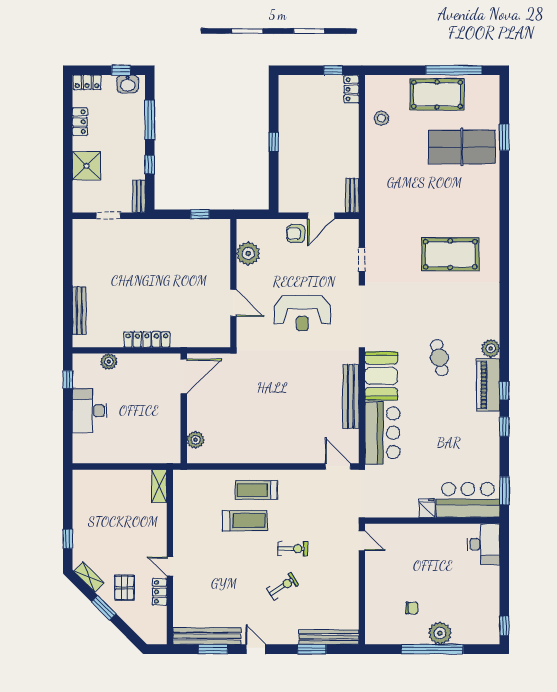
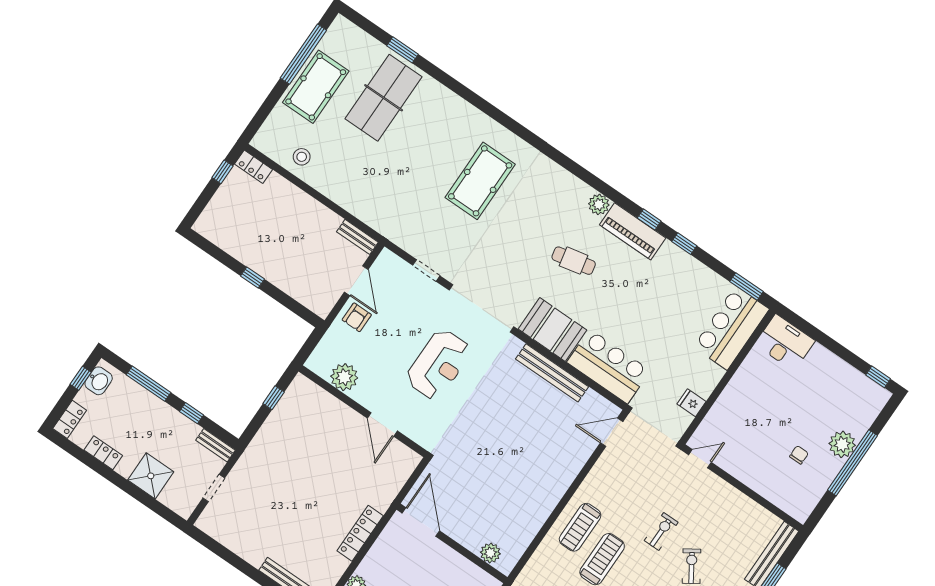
door: (233, 303) -> (382, 424), swing flipped
fridge: (427, 508) -> (691, 403), moved

